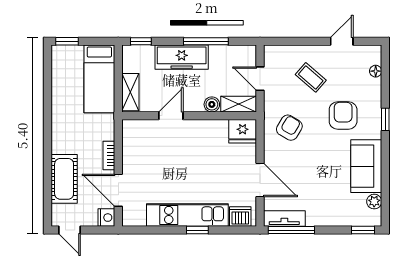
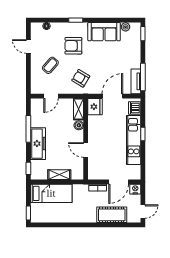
boiler: (212, 104) -> (79, 125), moved
shelving: (239, 104) -> (79, 109), moved
door: (171, 116) -> (86, 150), moved
wall: (189, 116) -> (86, 139), moved
fridge: (243, 131) -> (95, 107), moved

